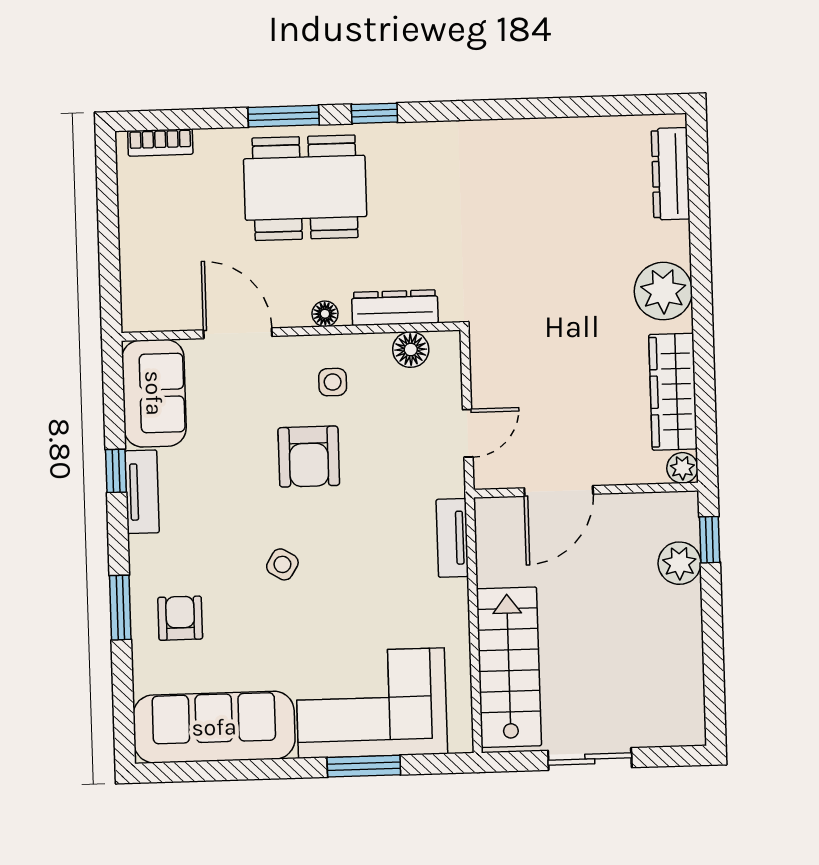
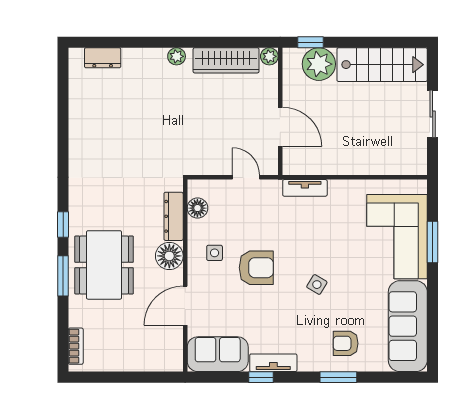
dresser: (671, 174) -> (103, 58), width x0.70
plant: (663, 291) -> (177, 56), width x0.53, depth x0.53
floor lamp: (325, 314) -> (169, 256), width x1.89, depth x1.89
plant: (679, 563) -> (319, 64), width x1.36, depth x1.36
stairs: (509, 667) -> (382, 65), moved, turned 180

